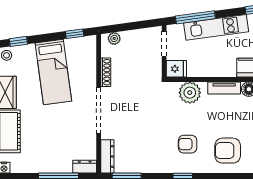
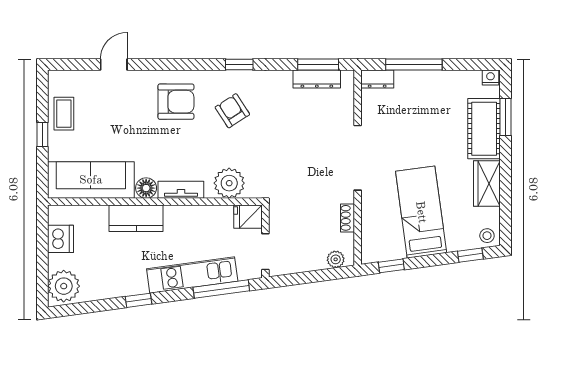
shoe rack: (106, 72) -> (347, 218), width x0.70
armchair: (188, 144) -> (232, 111), turned -123
dresser: (107, 156) -> (317, 79), moved, turned -90

